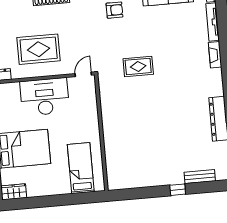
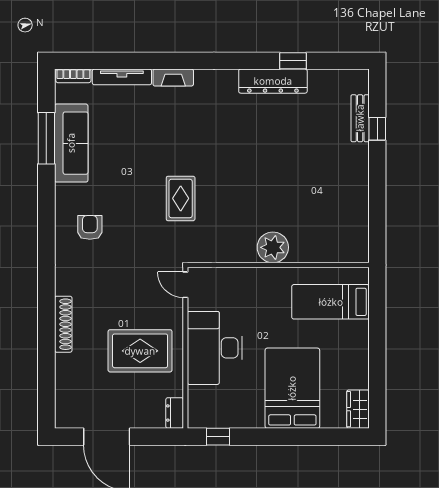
rug: (39, 49) -> (140, 351), turned 90
plant: (112, 128) -> (273, 247), added
window: (178, 190) -> (377, 129), moved

